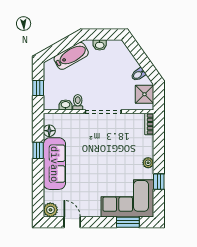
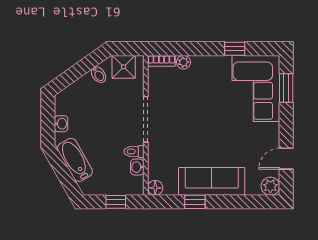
floor lamp: (49, 131) -> (155, 188), moved
plant: (148, 163) -> (183, 62), moved

